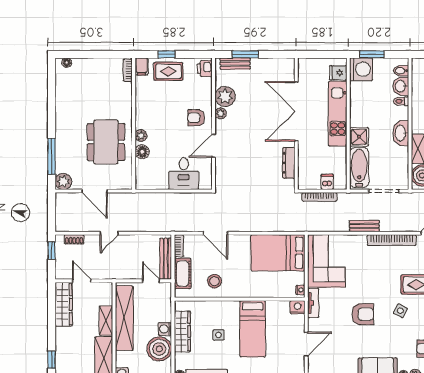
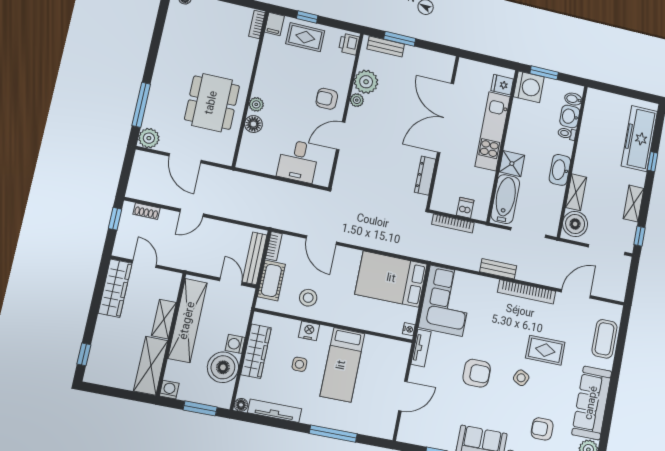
nightstand: (297, 307) -> (309, 331), moved

